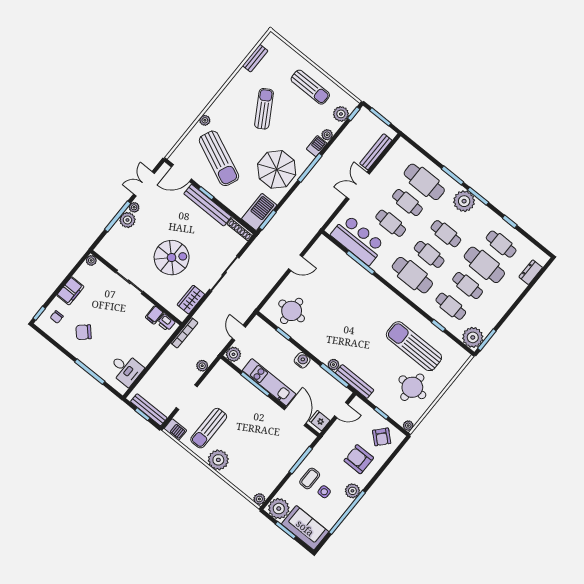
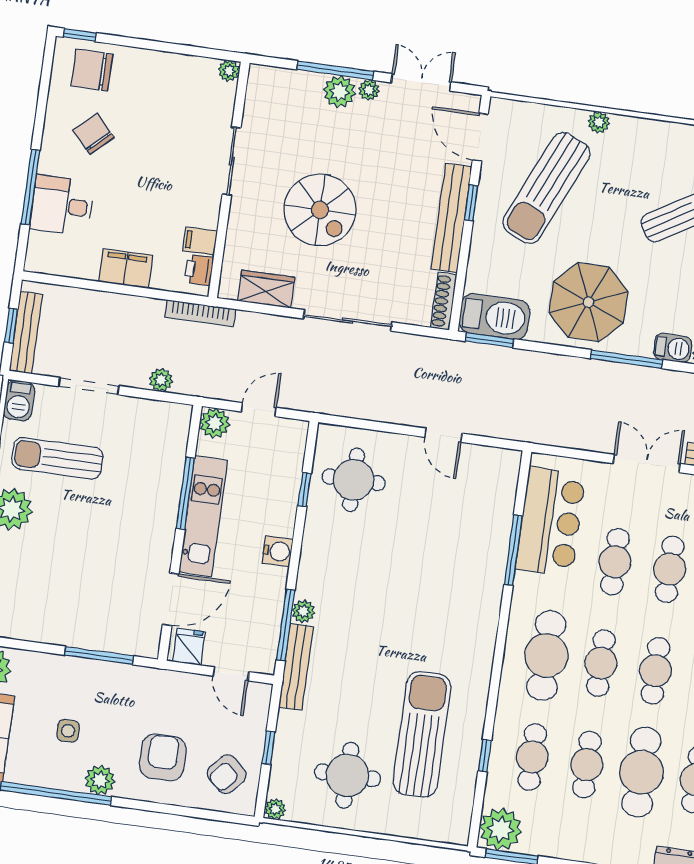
filing cabinet: (70, 291) -> (126, 269), moved, turned 180
chair: (57, 317) -> (92, 70), width x1.87, depth x1.87
desk: (126, 369) -> (62, 205), moved, turned 90
coffee table: (310, 478) -> (76, 691), removed

